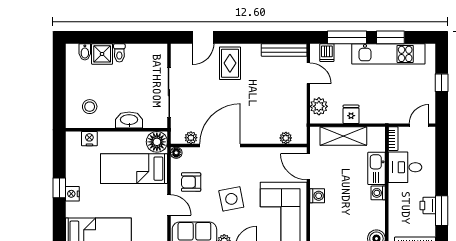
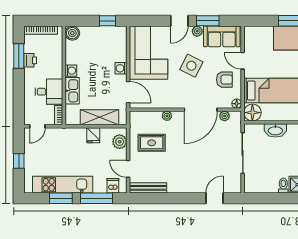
rug: (230, 63) -> (152, 143), moved, turned 90
plant: (286, 138) -> (167, 116), moved
side table: (231, 199) -> (191, 66), turned 38

